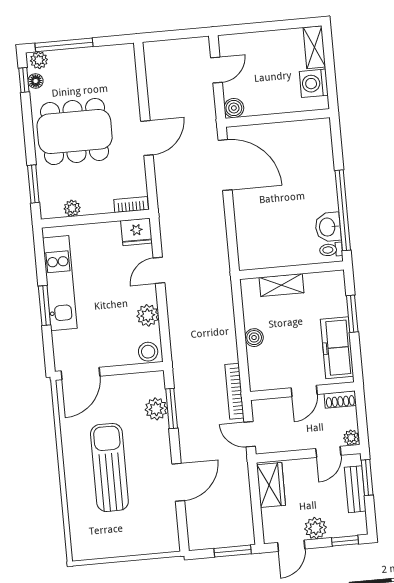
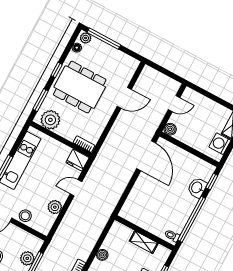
window: (24, 80) -> (57, 70), moved
door: (147, 138) -> (124, 98), moved
window: (337, 141) -> (212, 182), added
plant: (72, 208) -> (50, 120), width x1.87, depth x1.87
washbasin: (328, 227) -> (197, 188), moved
shelving: (282, 285) -> (144, 242), moved
stool: (148, 352) -> (25, 216), moved

